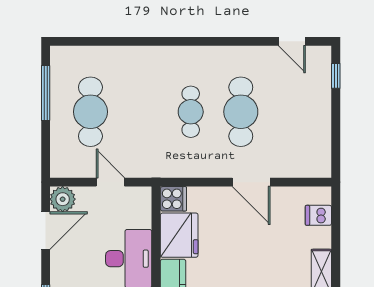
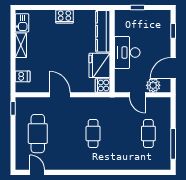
window: (336, 76) -> (13, 108), moved
cafe table: (90, 112) -> (148, 134), width x0.73, depth x0.74
cafe table: (241, 112) -> (38, 134), moved
plant: (63, 199) -> (153, 85), moved

